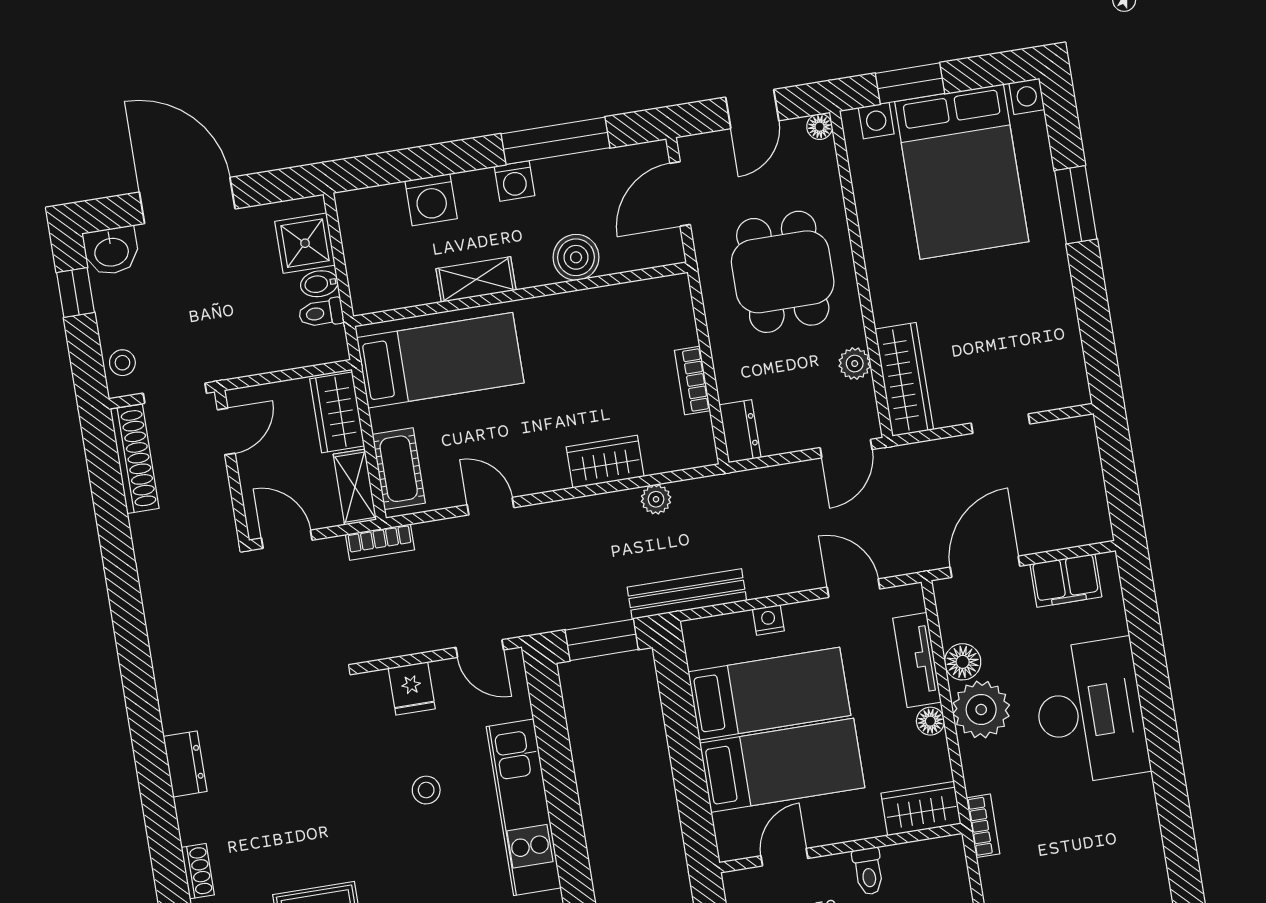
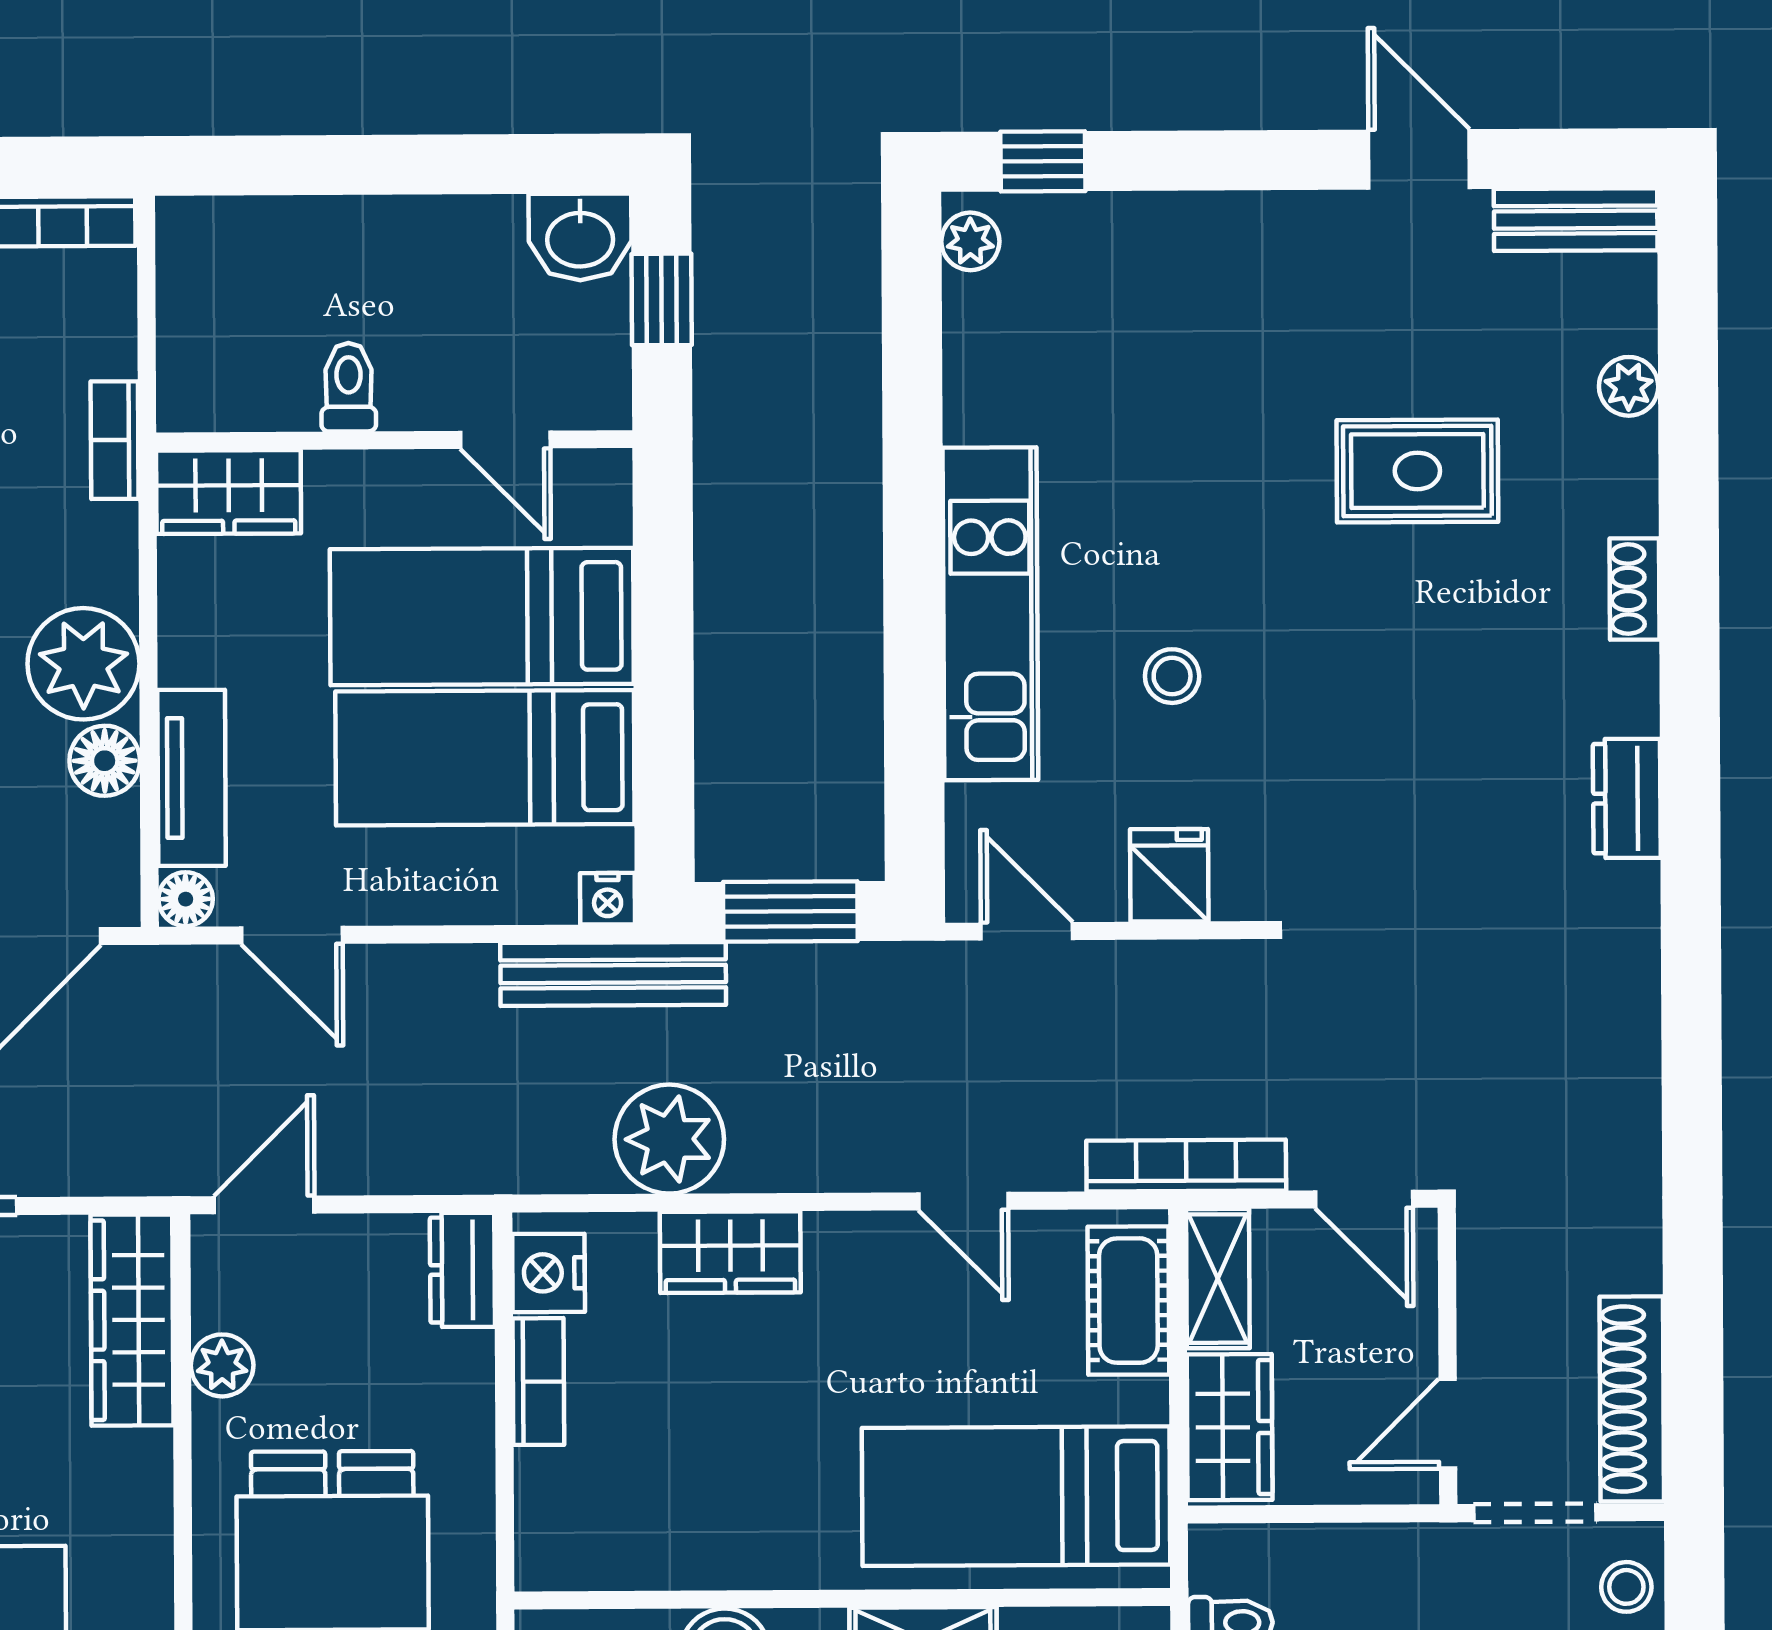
nightstand: (696, 437) -> (549, 1273), added
plant: (656, 499) -> (669, 1139), width x1.88, depth x1.88
bookcase: (380, 542) -> (1186, 1166), width x1.56
nightstand: (768, 620) -> (608, 899), moved
floor lamp: (930, 721) -> (186, 899), moved
door: (784, 857) -> (505, 440), hinge flipped

